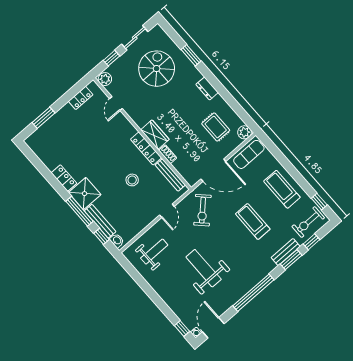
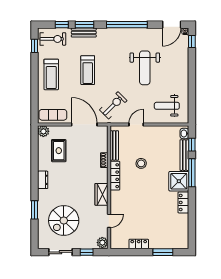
locker: (81, 98) -> (139, 244), moved
wardrobe: (155, 135) -> (101, 194), moved

